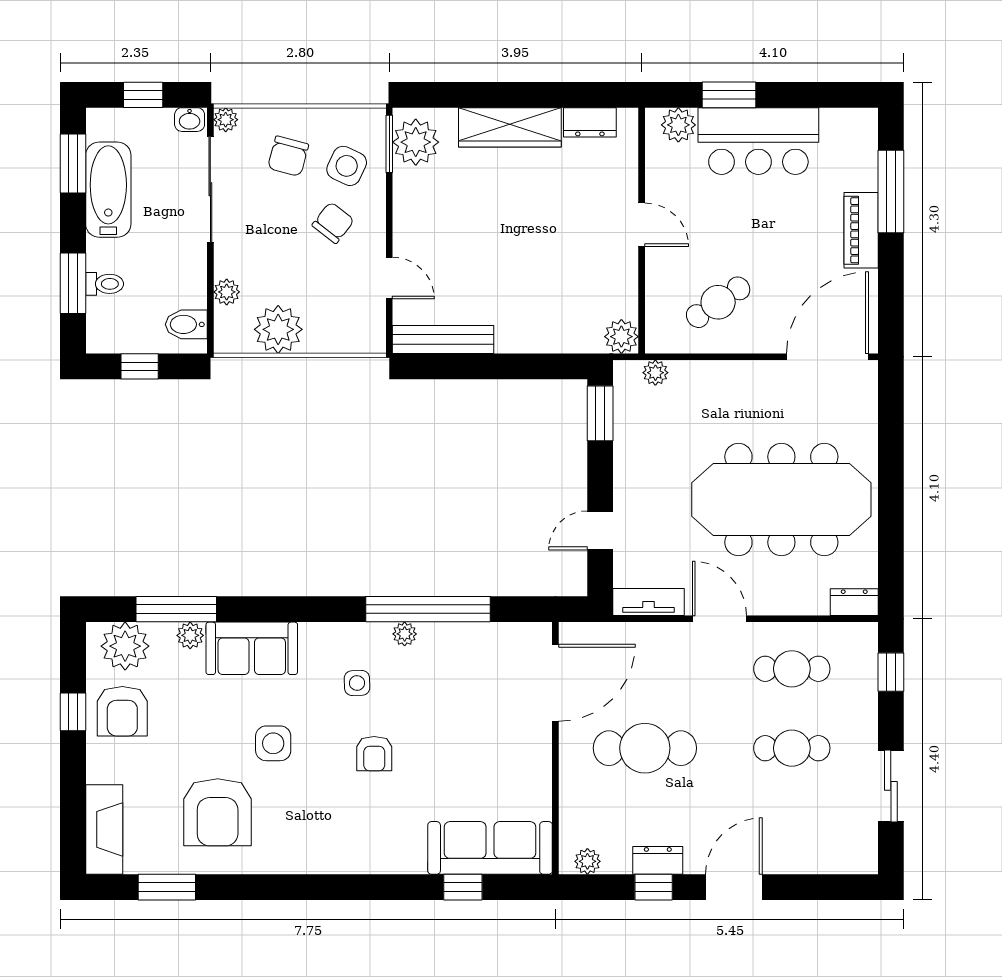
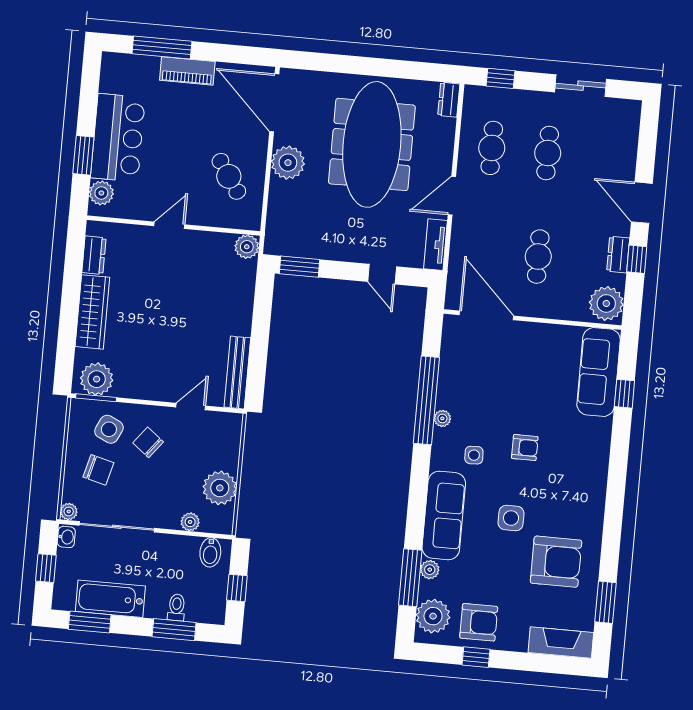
plant: (655, 373) -> (288, 163), moved, width x1.87, depth x1.87
sofa: (252, 648) -> (444, 515), width x1.36
cafe table: (645, 748) -> (538, 257), width x0.73, depth x0.74
plant: (587, 861) -> (606, 303), width x1.88, depth x1.88

